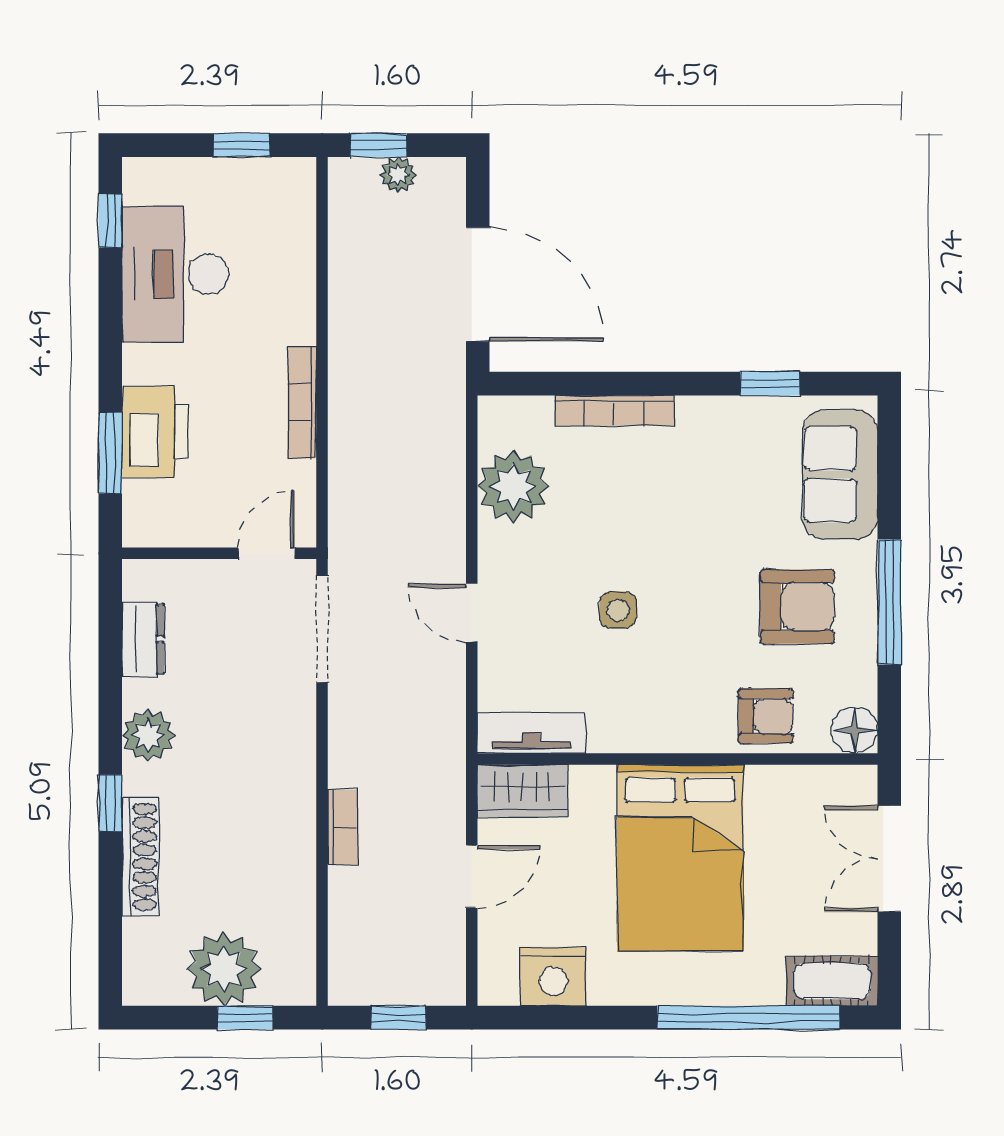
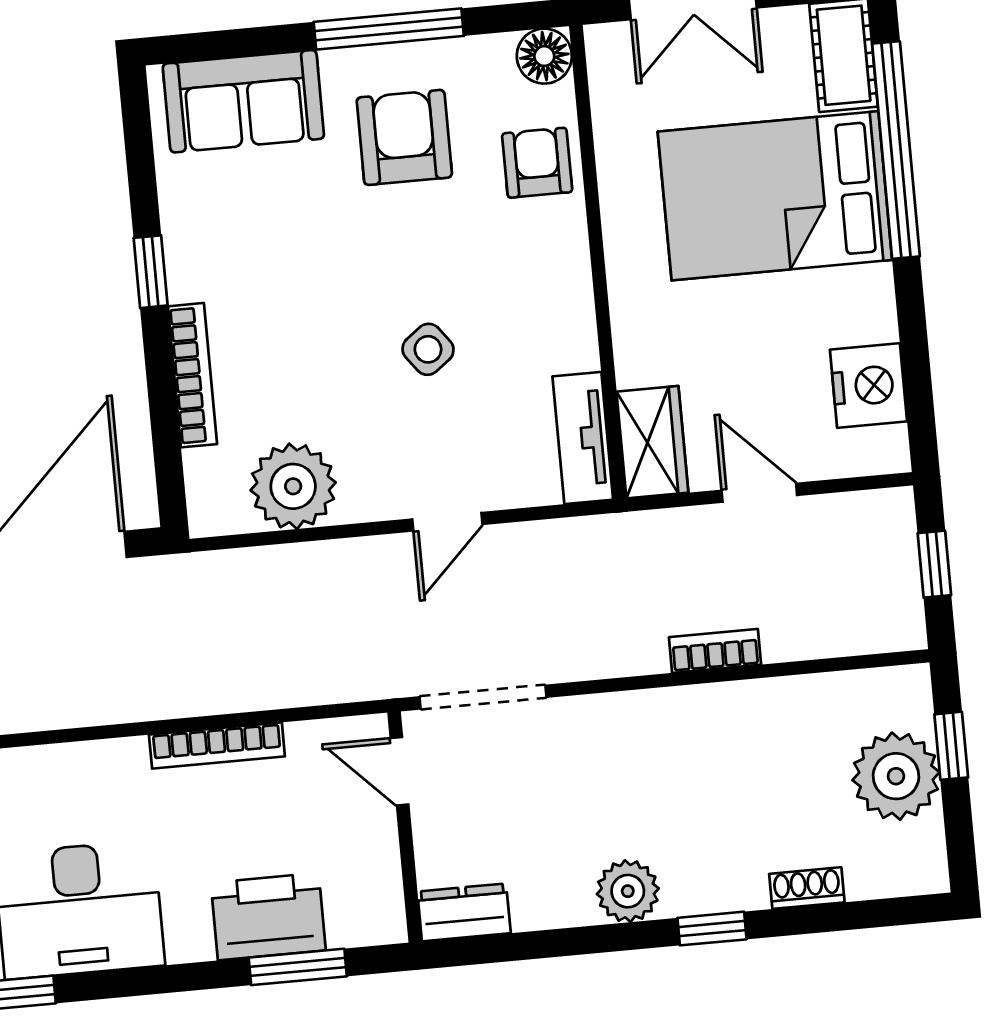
window: (770, 384) -> (151, 272), moved
side table: (618, 610) -> (428, 349), turned -37
dresser: (143, 639) -> (464, 912), moved
shoe rack: (140, 857) -> (807, 888), width x0.51, depth x0.81
bed: (680, 858) -> (775, 196), moved, turned 180

